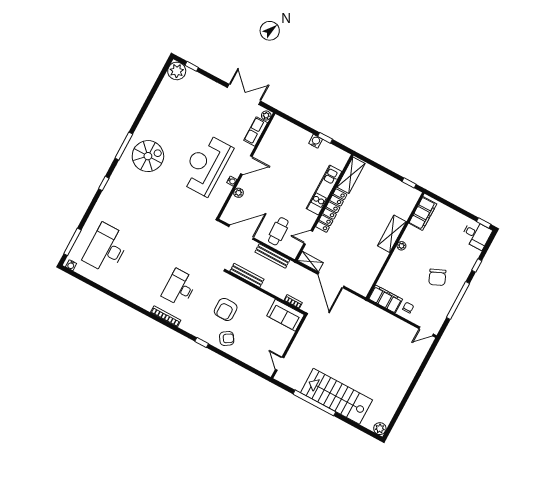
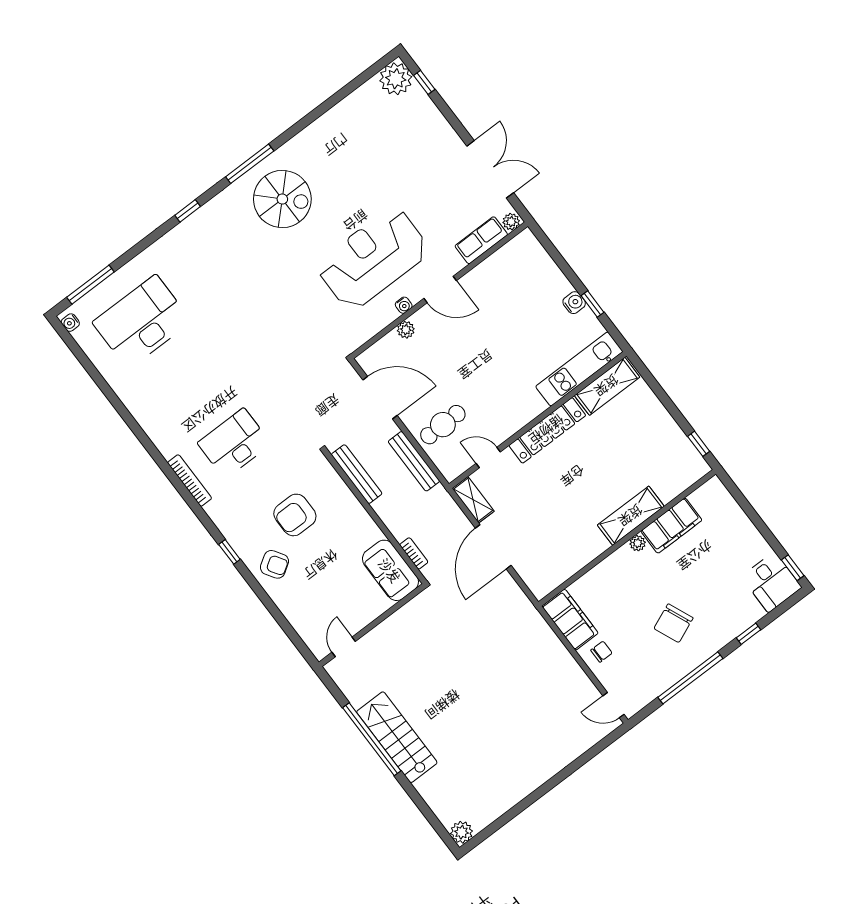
kitchen unit: (324, 190) -> (579, 369), moved
filing cabinet: (423, 214) -> (671, 526), moved
stairs: (336, 396) -> (397, 737), width x0.73, depth x0.66

